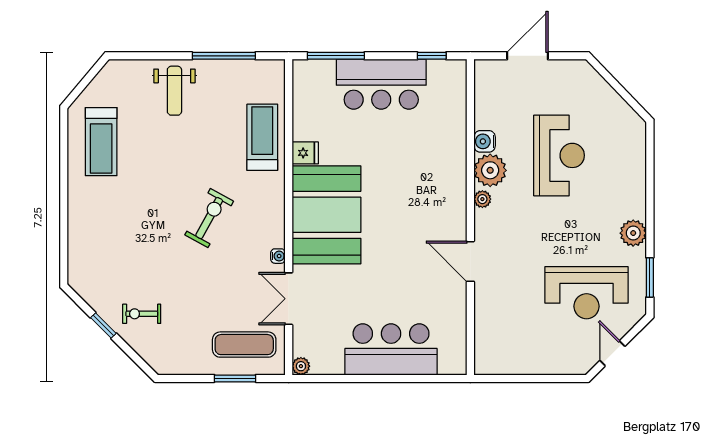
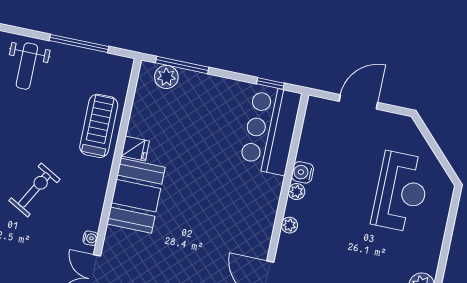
plant: (322, 72) -> (166, 77), added
bar counter: (381, 84) -> (270, 130), moved, turned 90
reception desk: (559, 155) -> (401, 192), moved
plant: (490, 170) -> (297, 192), width x0.53, depth x0.53
booth: (326, 215) -> (136, 196), width x0.73, depth x0.70

